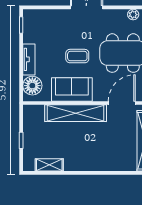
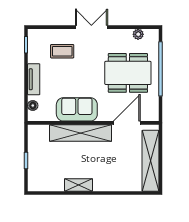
coffee table: (77, 56) -> (62, 51), moved
floor lamp: (32, 86) -> (33, 105), width x0.53, depth x0.53
shelving: (49, 165) -> (79, 185), moved

